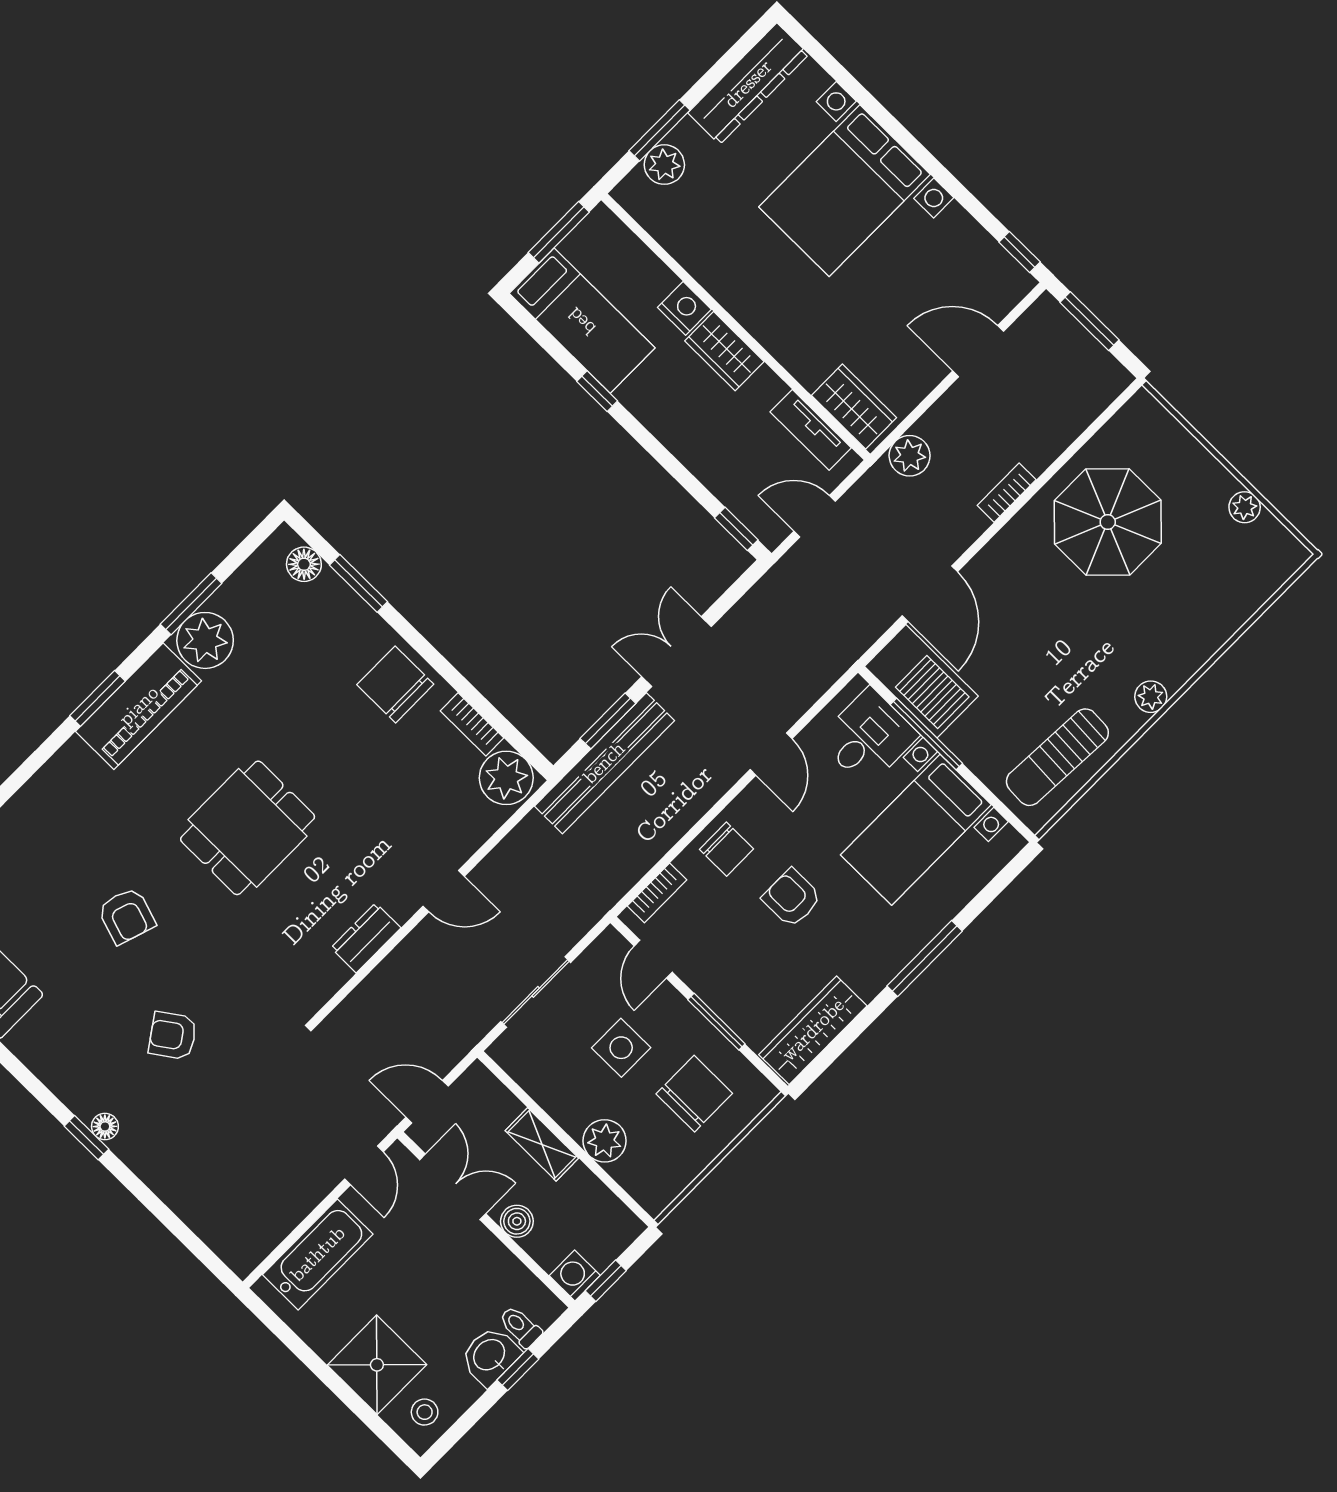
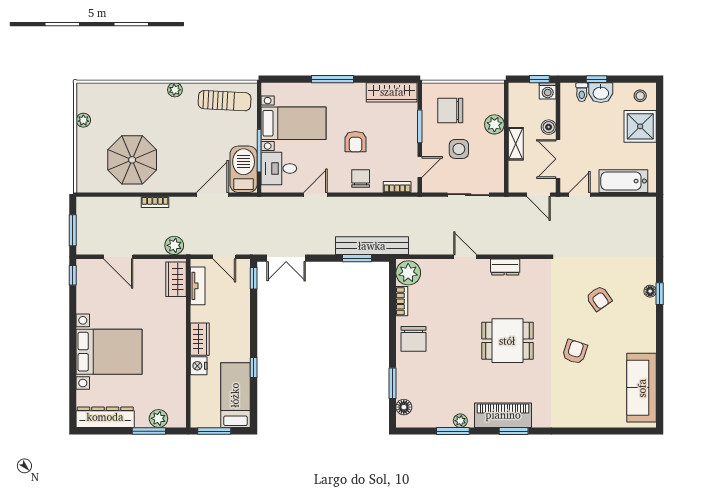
plant: (205, 640) -> (460, 421), width x0.53, depth x0.53
double door: (676, 652) -> (286, 258), moved

